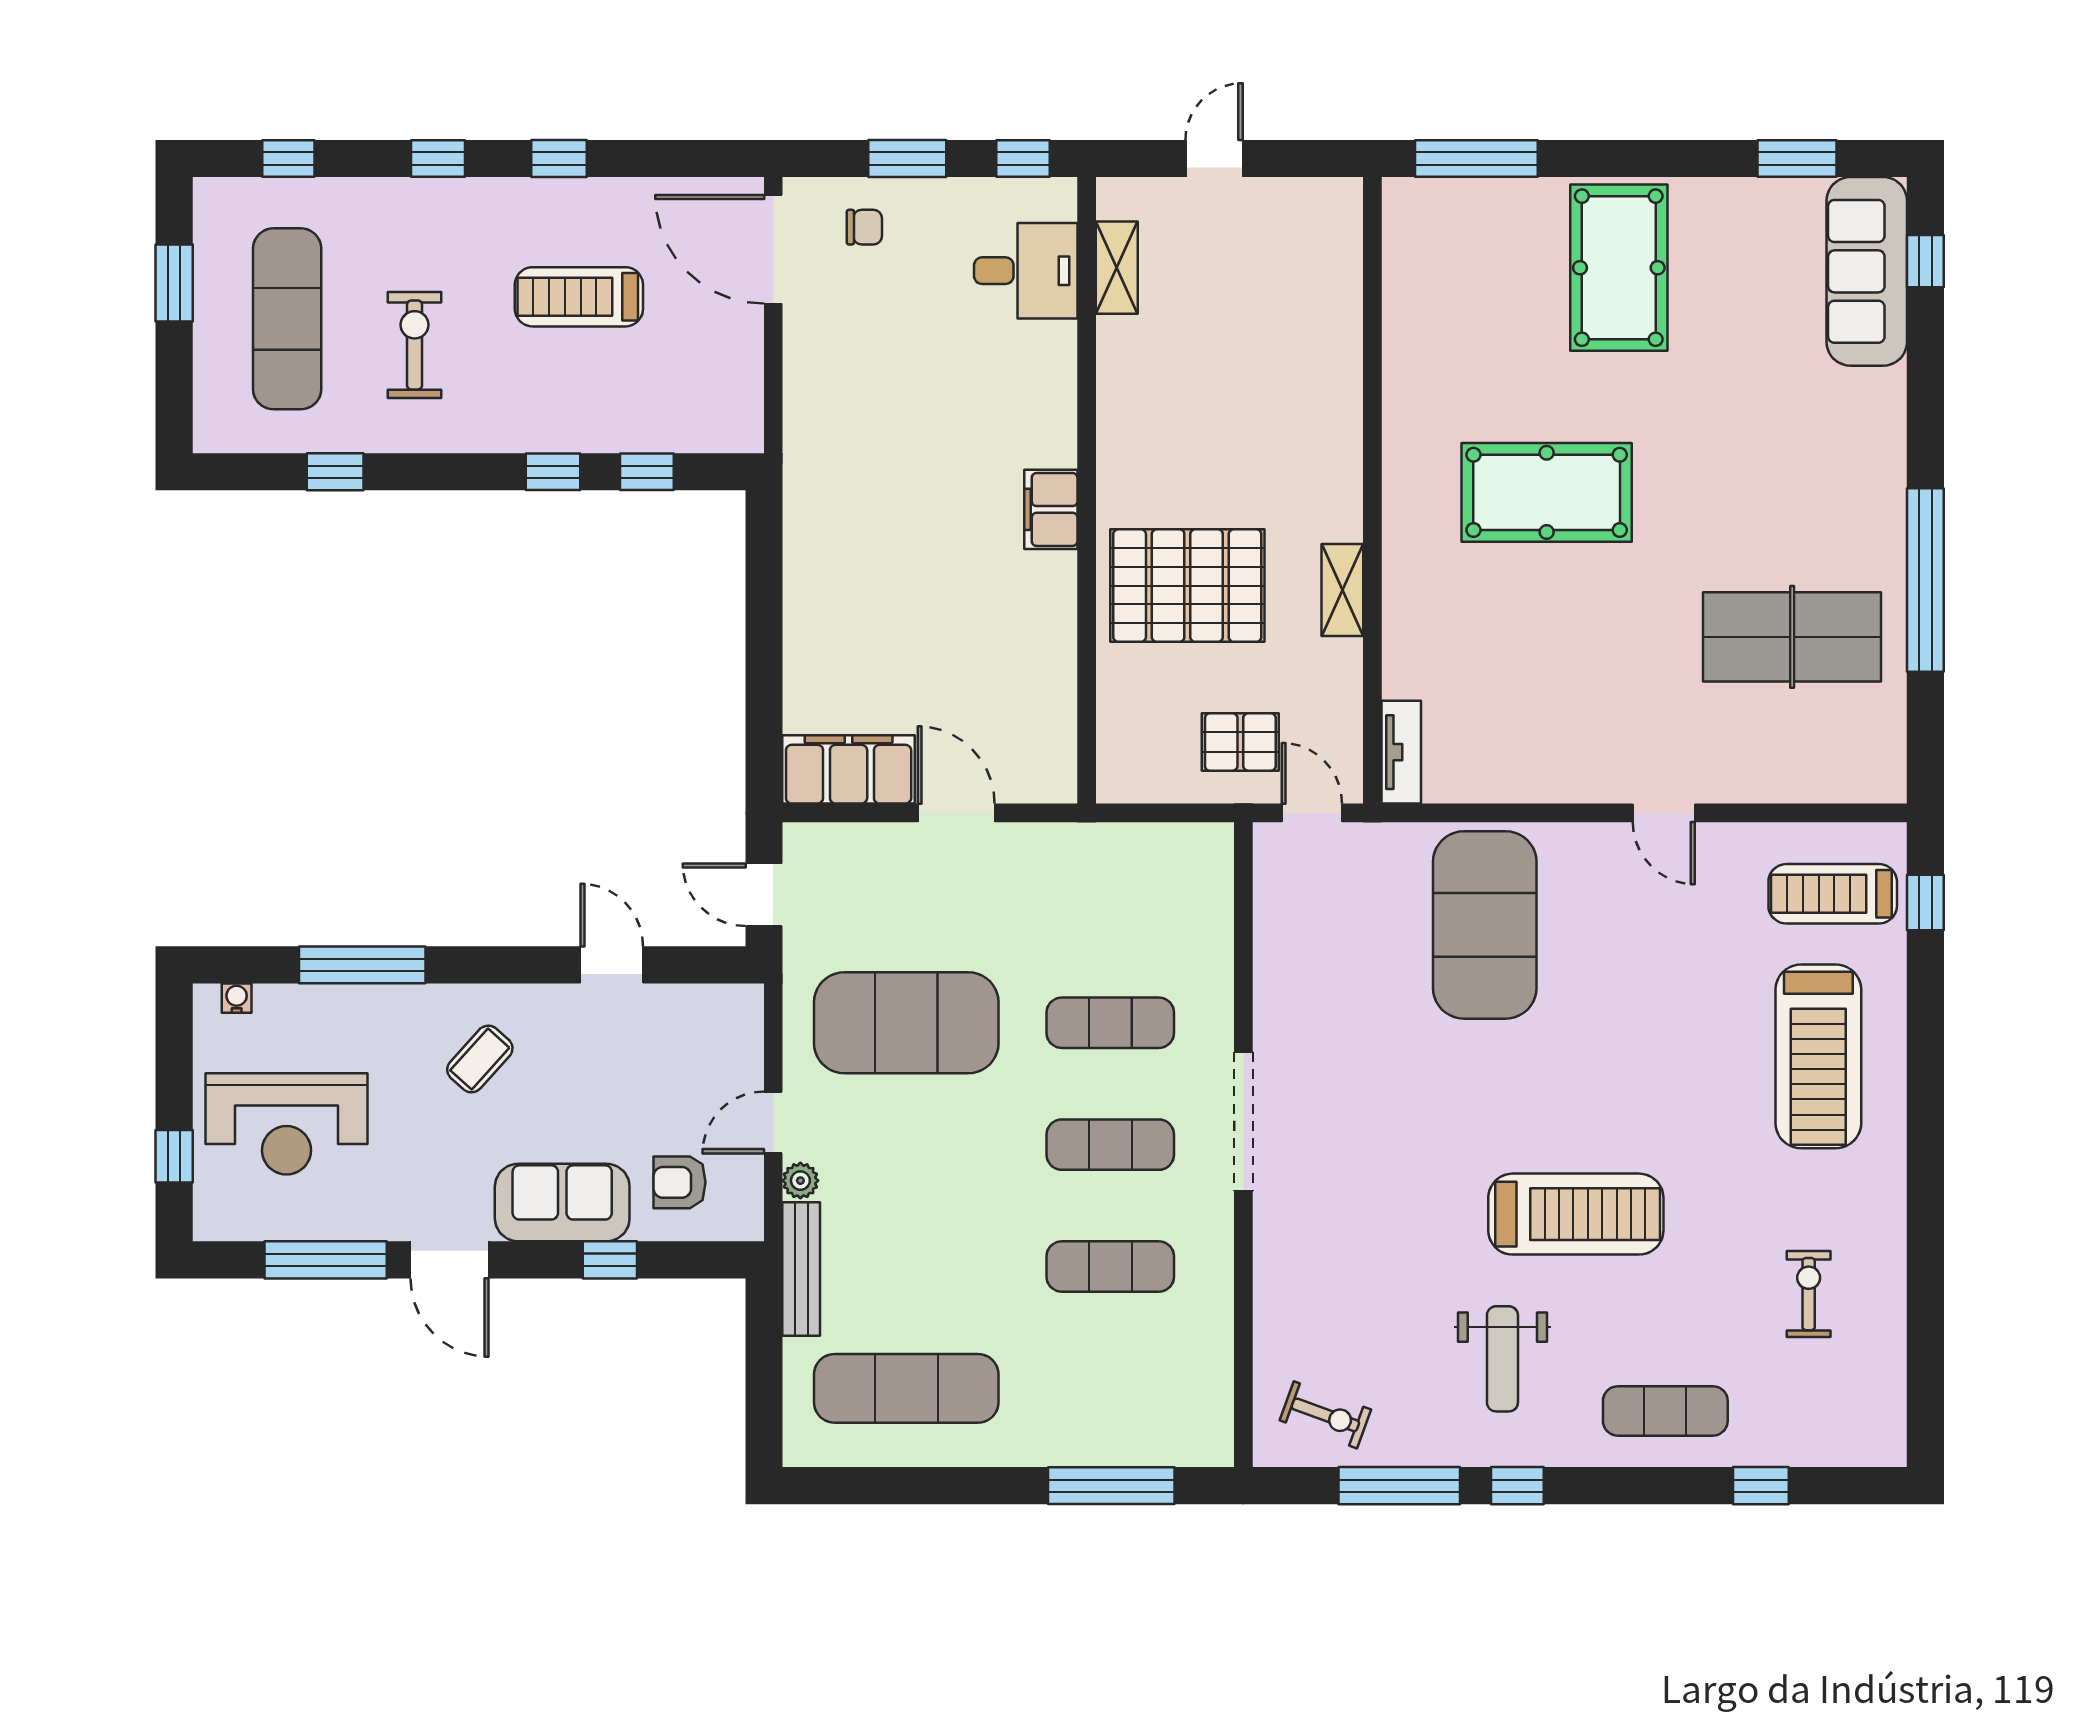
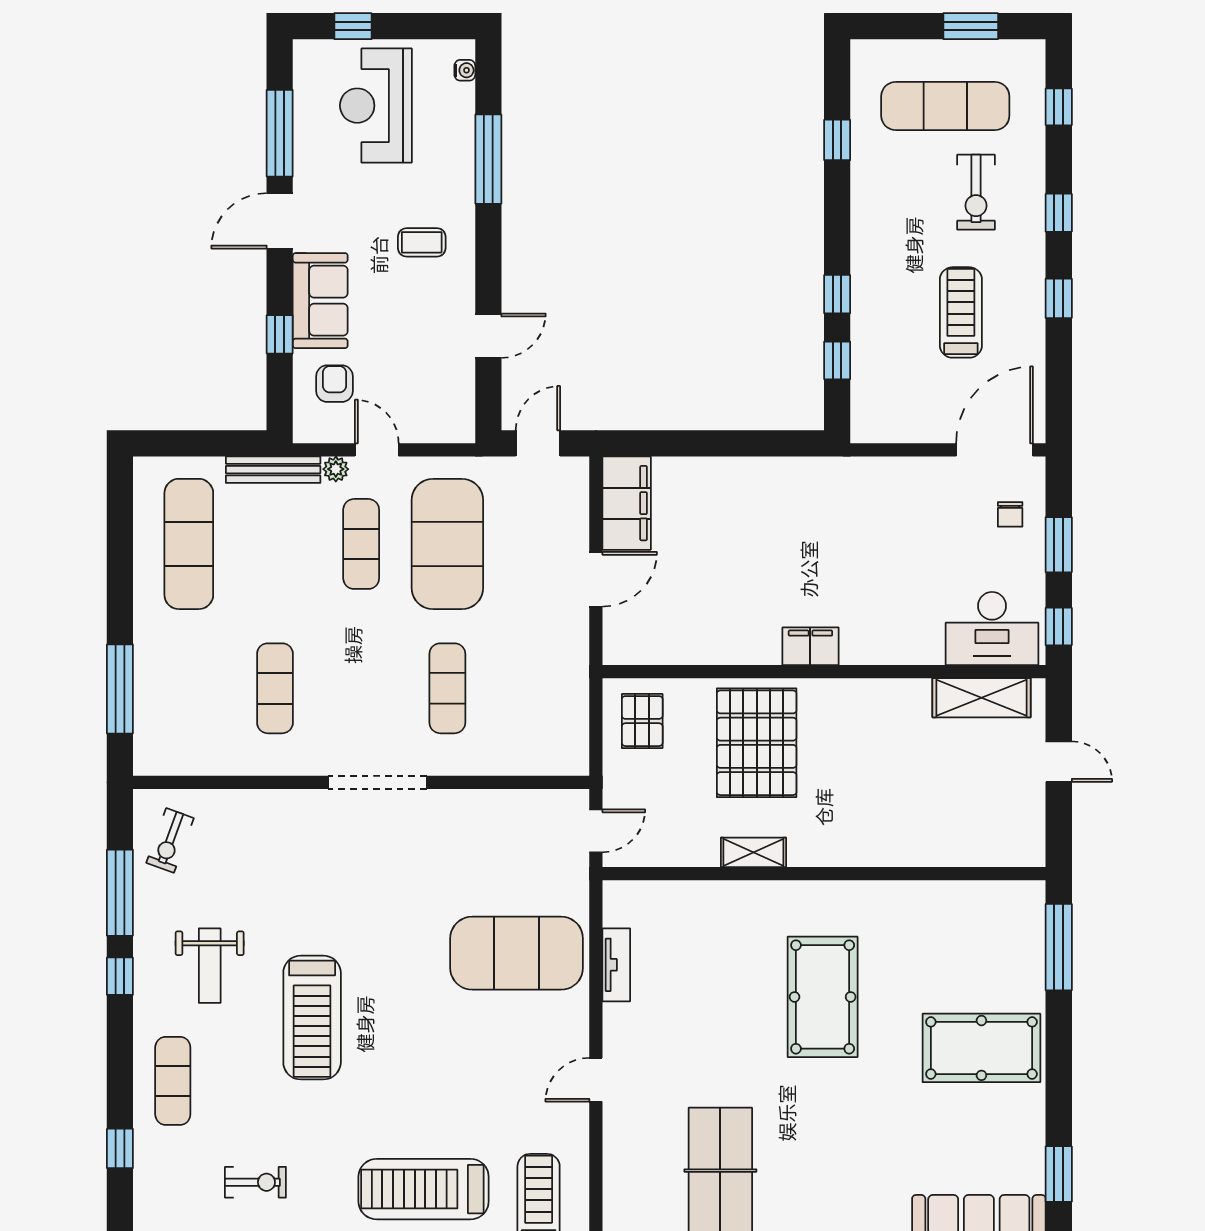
shelving: (1117, 268) -> (982, 698), width x1.50, depth x1.33
desk: (1026, 271) -> (992, 628), width x1.37
exercise bike: (415, 345) -> (976, 192), moved, turned 90
pallet: (1240, 742) -> (642, 721), moved
tv unit: (1401, 752) -> (616, 965), moved, turned -90
coffee table: (480, 1059) -> (422, 242), turned -42
exercise mat: (1110, 1145) -> (361, 544), moved
weight bench: (1502, 1359) -> (210, 966), turned -90

